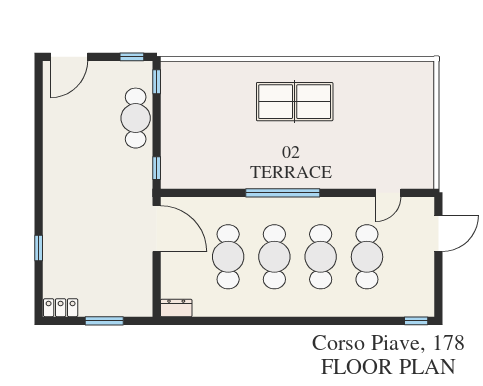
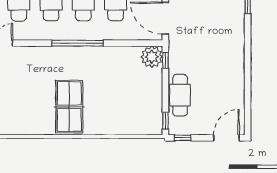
table tennis table: (295, 102) -> (69, 107), turned 90
plant: (176, 173) -> (152, 57), added

